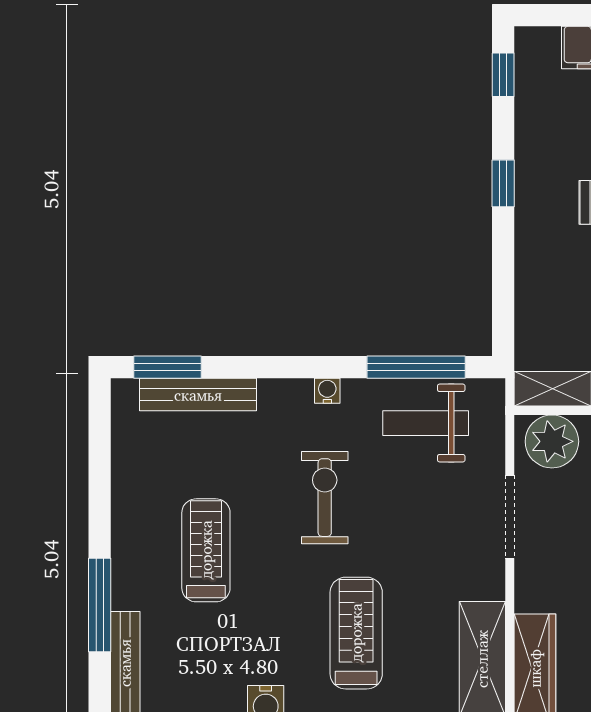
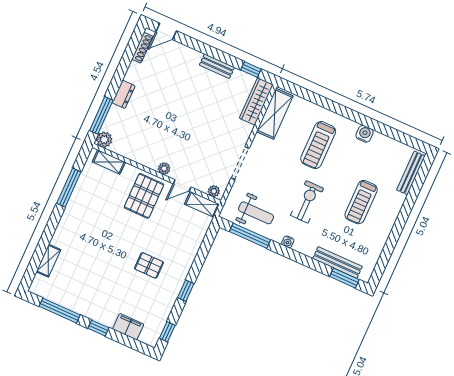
plant: (552, 441) -> (214, 191), width x0.53, depth x0.53
exercise bike: (325, 498) -> (307, 202), turned 180
window: (100, 605) -> (411, 199), removed

